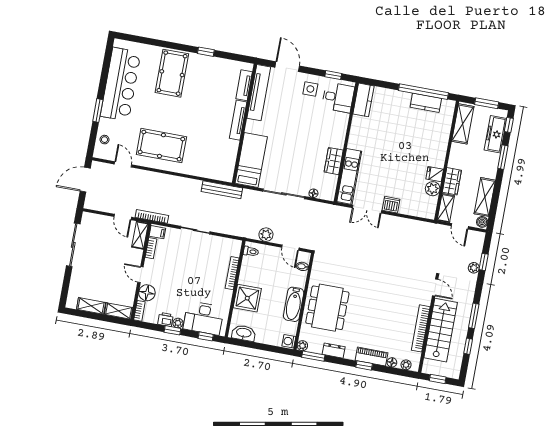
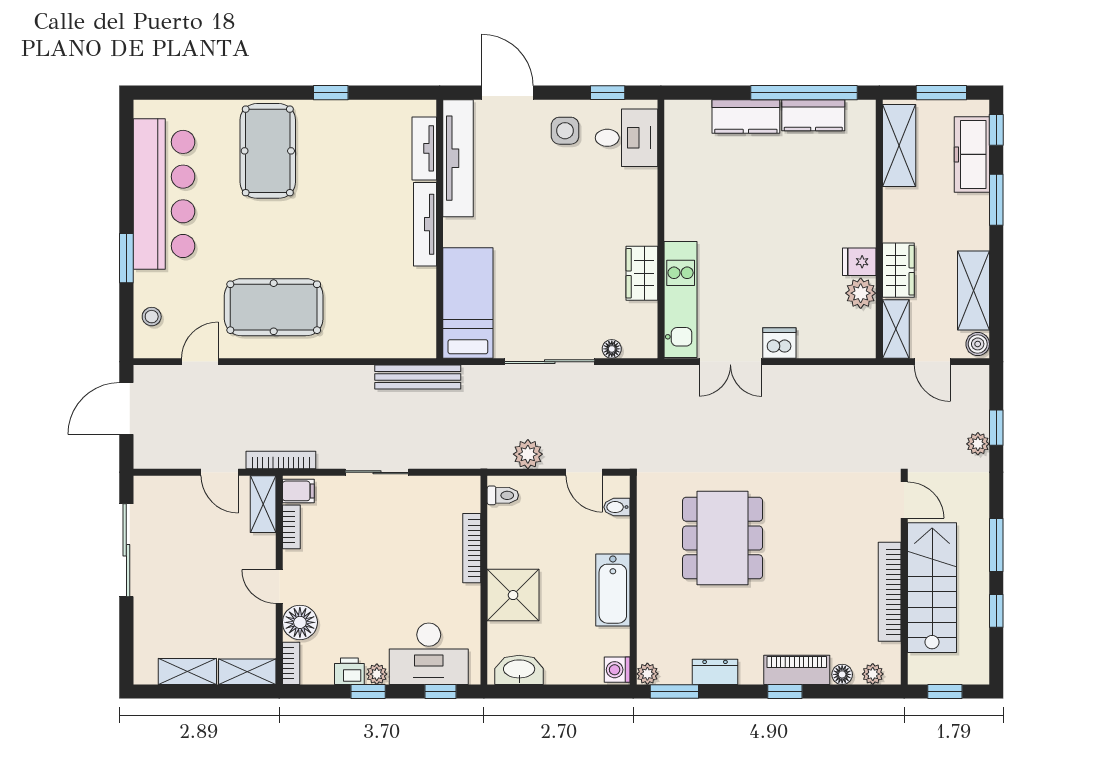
kitchen counter: (364, 100) -> (746, 116), moved, turned 90
door: (123, 164) -> (200, 362), hinge flipped
dining table: (327, 308) -> (723, 538), moved

